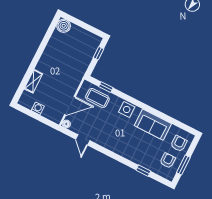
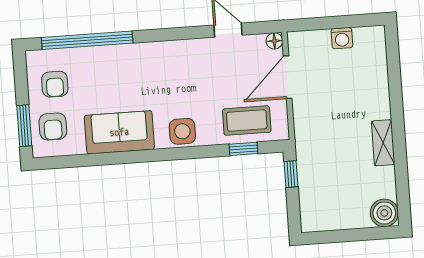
window: (98, 53) -> (291, 174), moved
shelving: (33, 81) -> (383, 143), moved
window: (183, 165) -> (24, 126), moved
window: (143, 171) -> (87, 40), width x3.17

